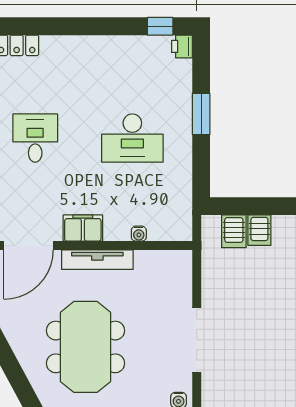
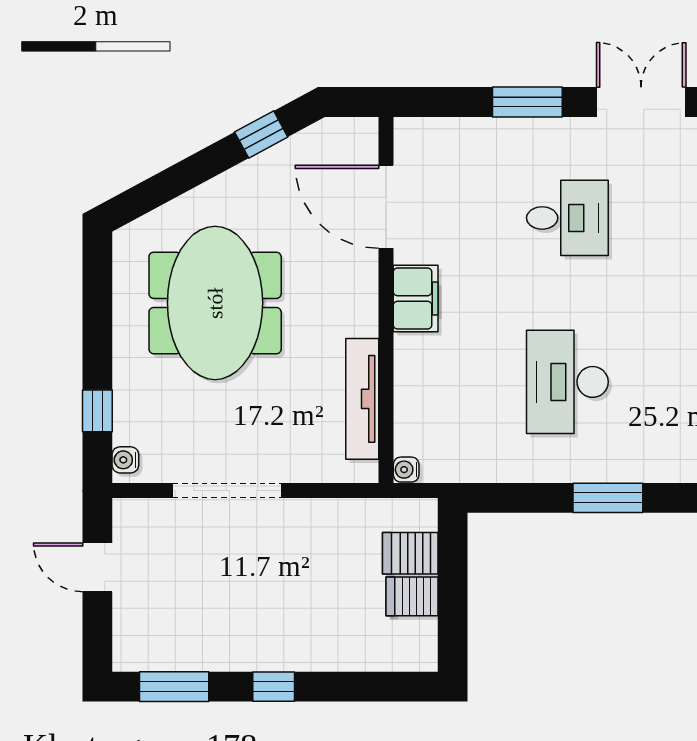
water cooler: (139, 234) -> (406, 470), moved
tv unit: (97, 260) -> (362, 399), moved
meeting table: (86, 347) -> (215, 303), turned 90

